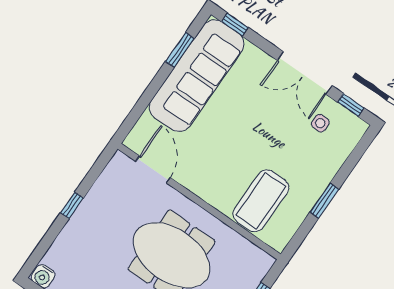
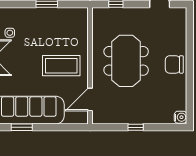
coffee table: (261, 201) -> (61, 66), moved

